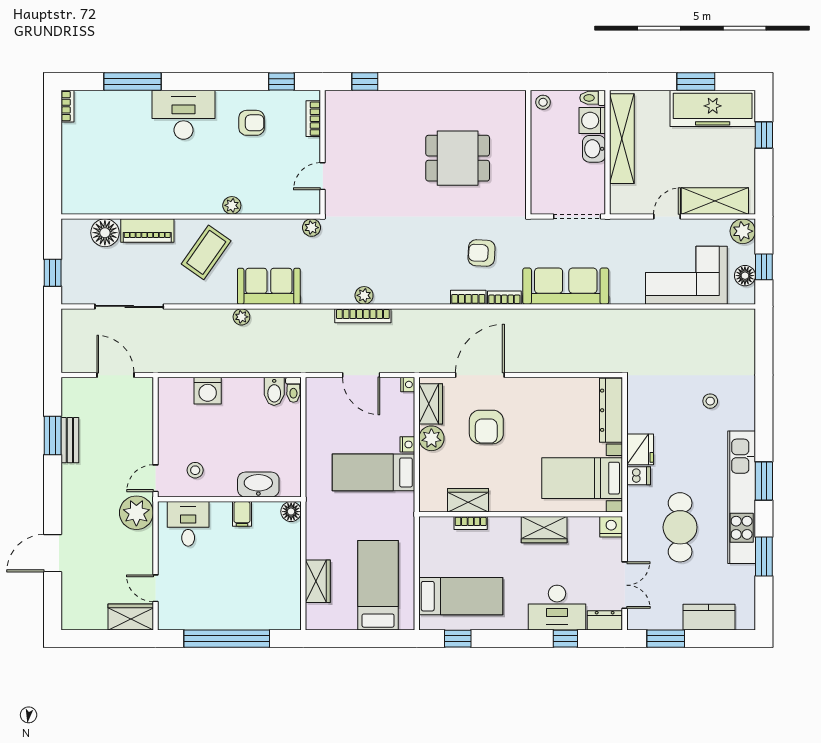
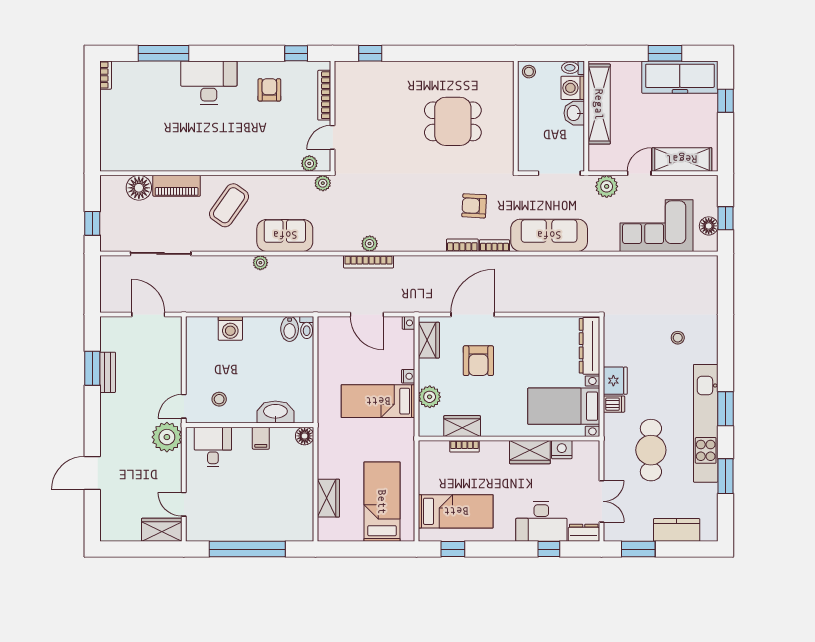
bookcase: (313, 119) -> (324, 95), width x1.56
armchair: (252, 123) -> (269, 90), turned -90
plant: (232, 205) -> (309, 163), moved
plant: (743, 231) -> (607, 186), moved
plant: (431, 438) -> (430, 397), moved
nightstand: (611, 527) -> (562, 450), moved

